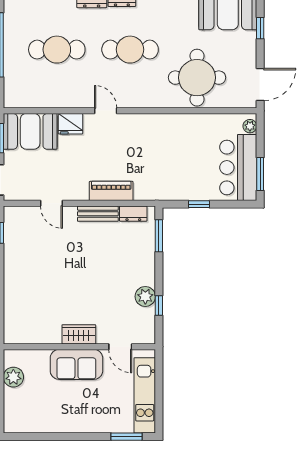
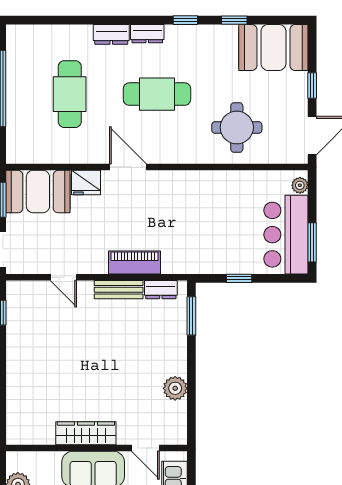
window: (260, 28) -> (312, 86), moved
cafe table: (57, 50) -> (70, 94), turned 90
round table: (197, 78) -> (237, 127), width x0.73, depth x0.73
door: (106, 111) -> (128, 167), width x1.38
window: (159, 305) -> (191, 399), removed
wardrobe: (79, 334) -> (86, 433), width x1.50

